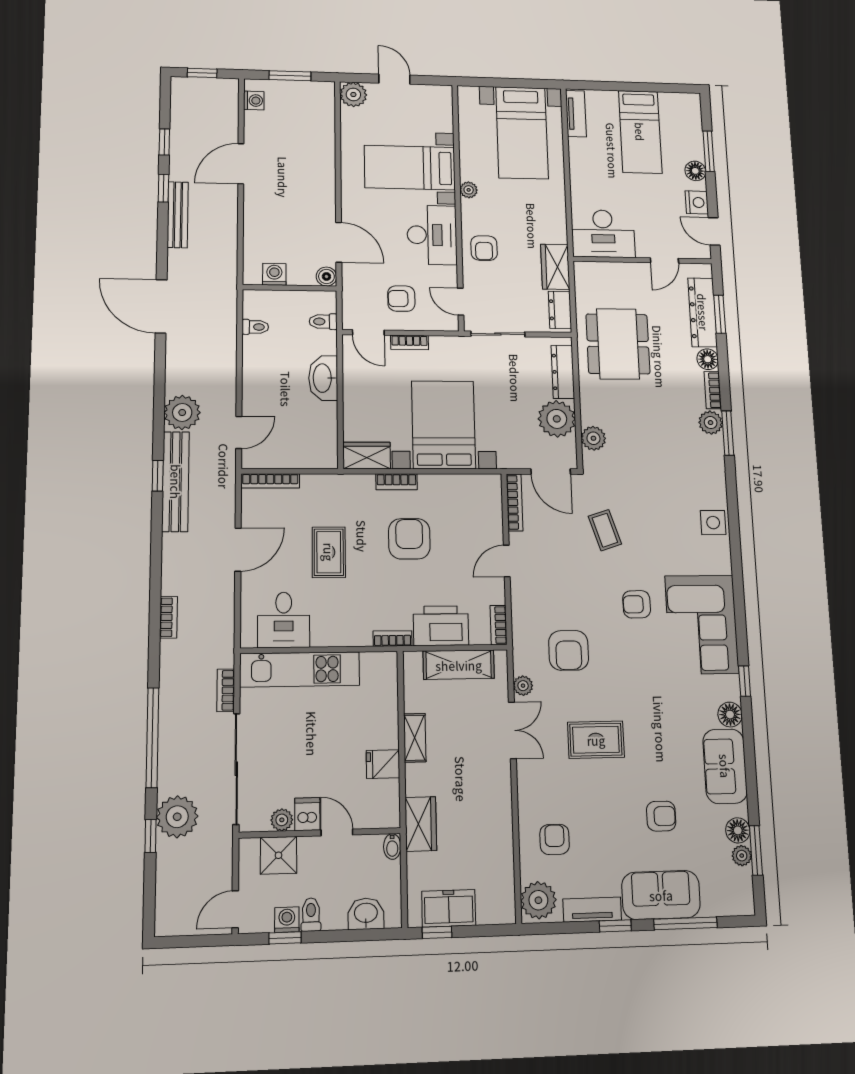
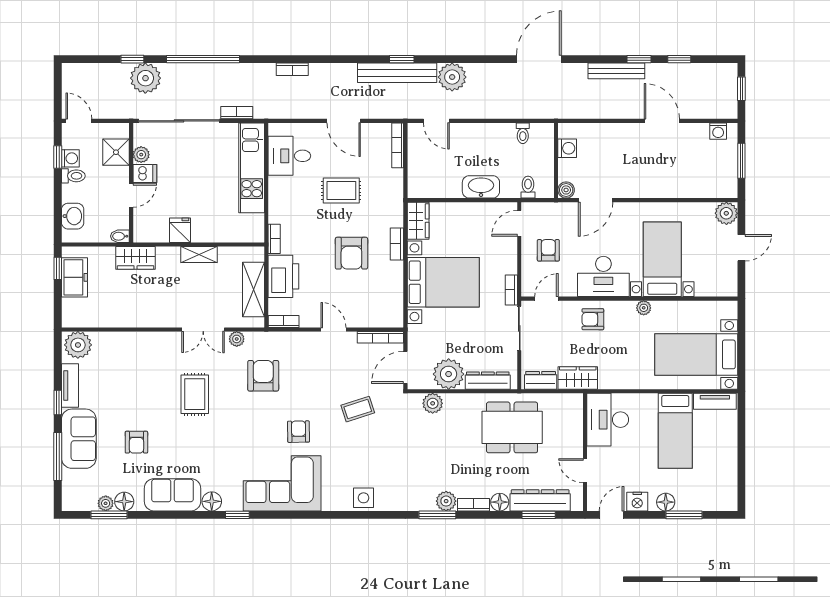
bed: (640, 132) -> (675, 431), moved, turned -90
bookcase: (410, 342) -> (511, 290), moved
armchair: (409, 539) -> (351, 253), turned 90
armchair: (569, 650) -> (263, 376), turned 90
armchair: (555, 839) -> (122, 359), removed

